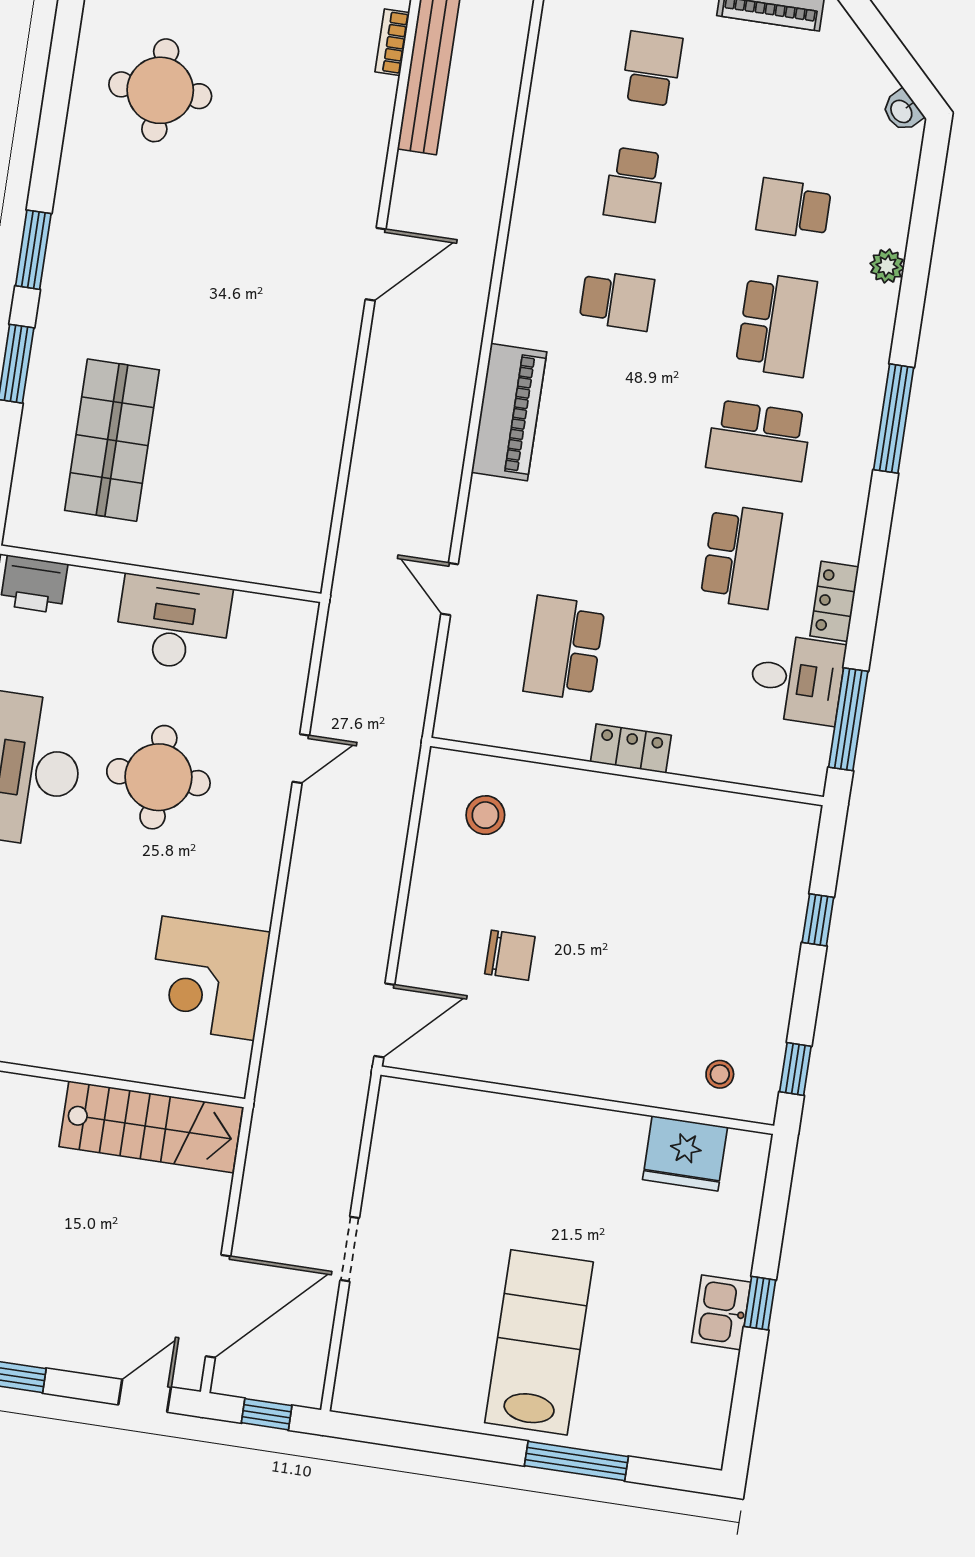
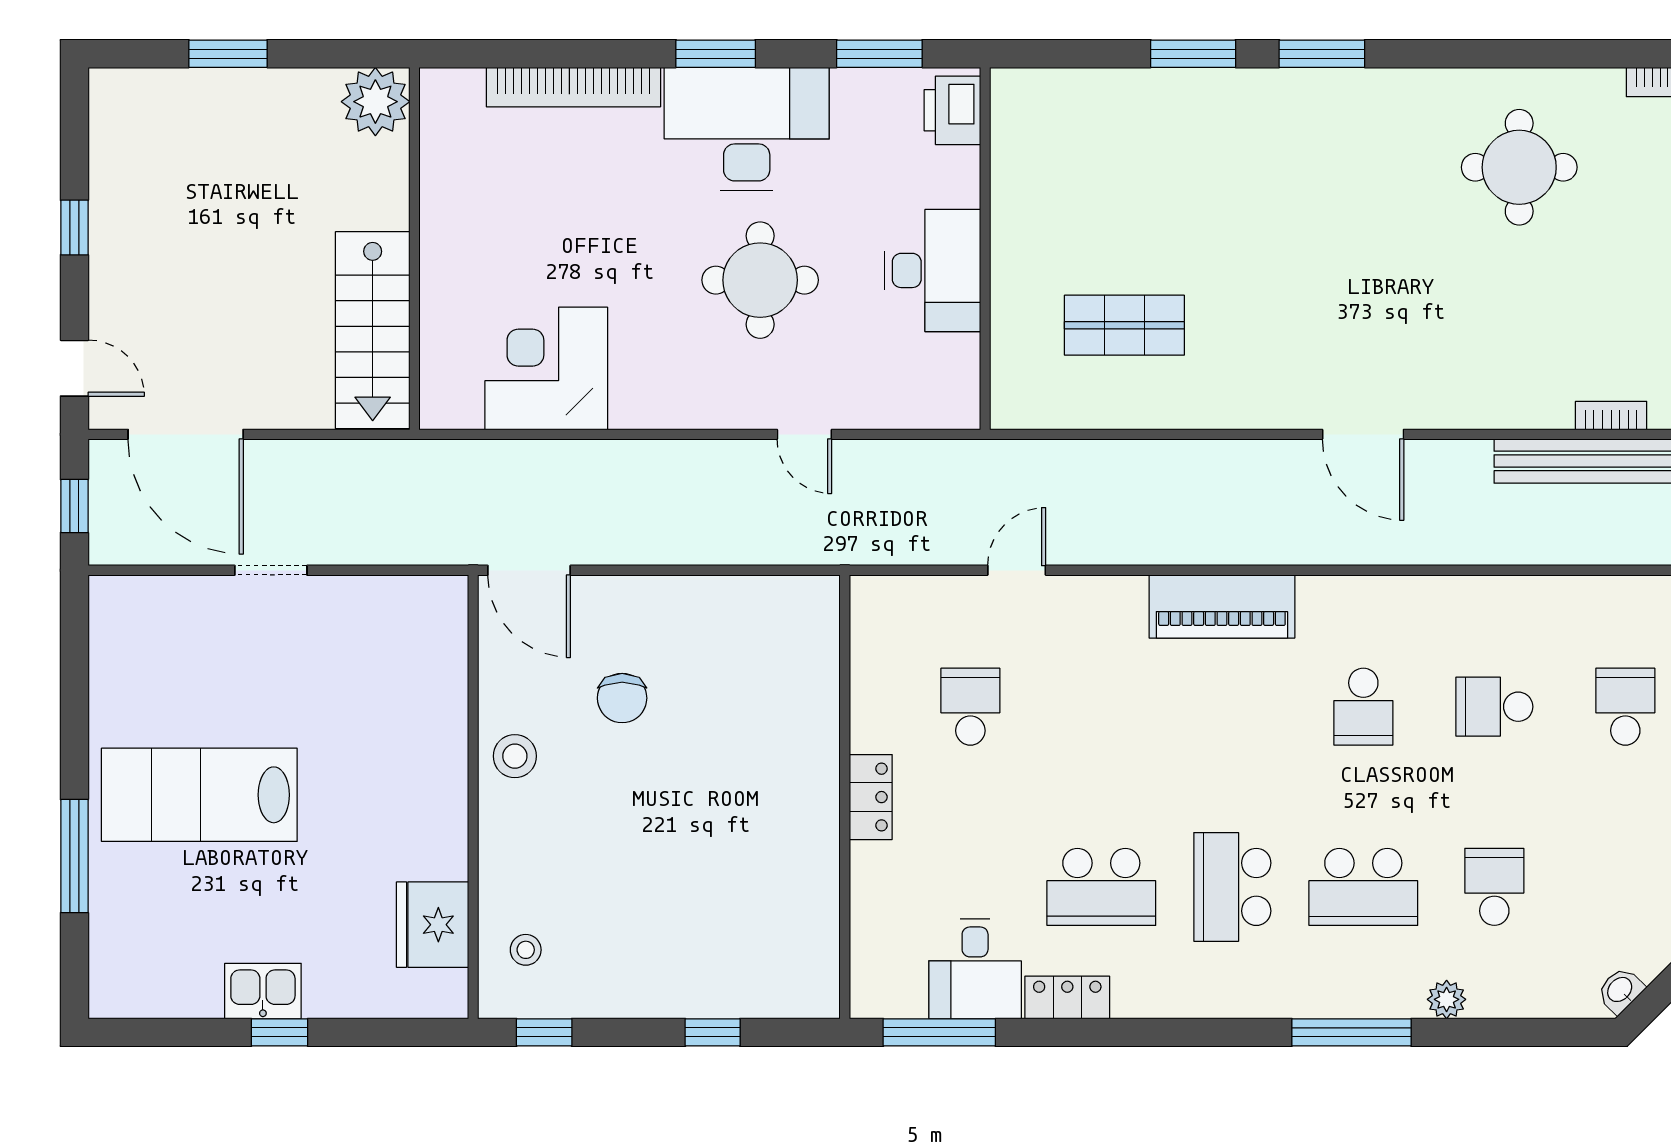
school desk: (652, 69) -> (1625, 707), turned -90
window: (894, 419) -> (1351, 1032), moved
shop shelf: (112, 440) -> (1124, 325), moved, width x0.70, depth x0.74
school desk: (564, 648) -> (970, 707), width x0.54
stool: (485, 815) -> (515, 756), moved
lab bench: (539, 1342) -> (199, 795), turned 180

